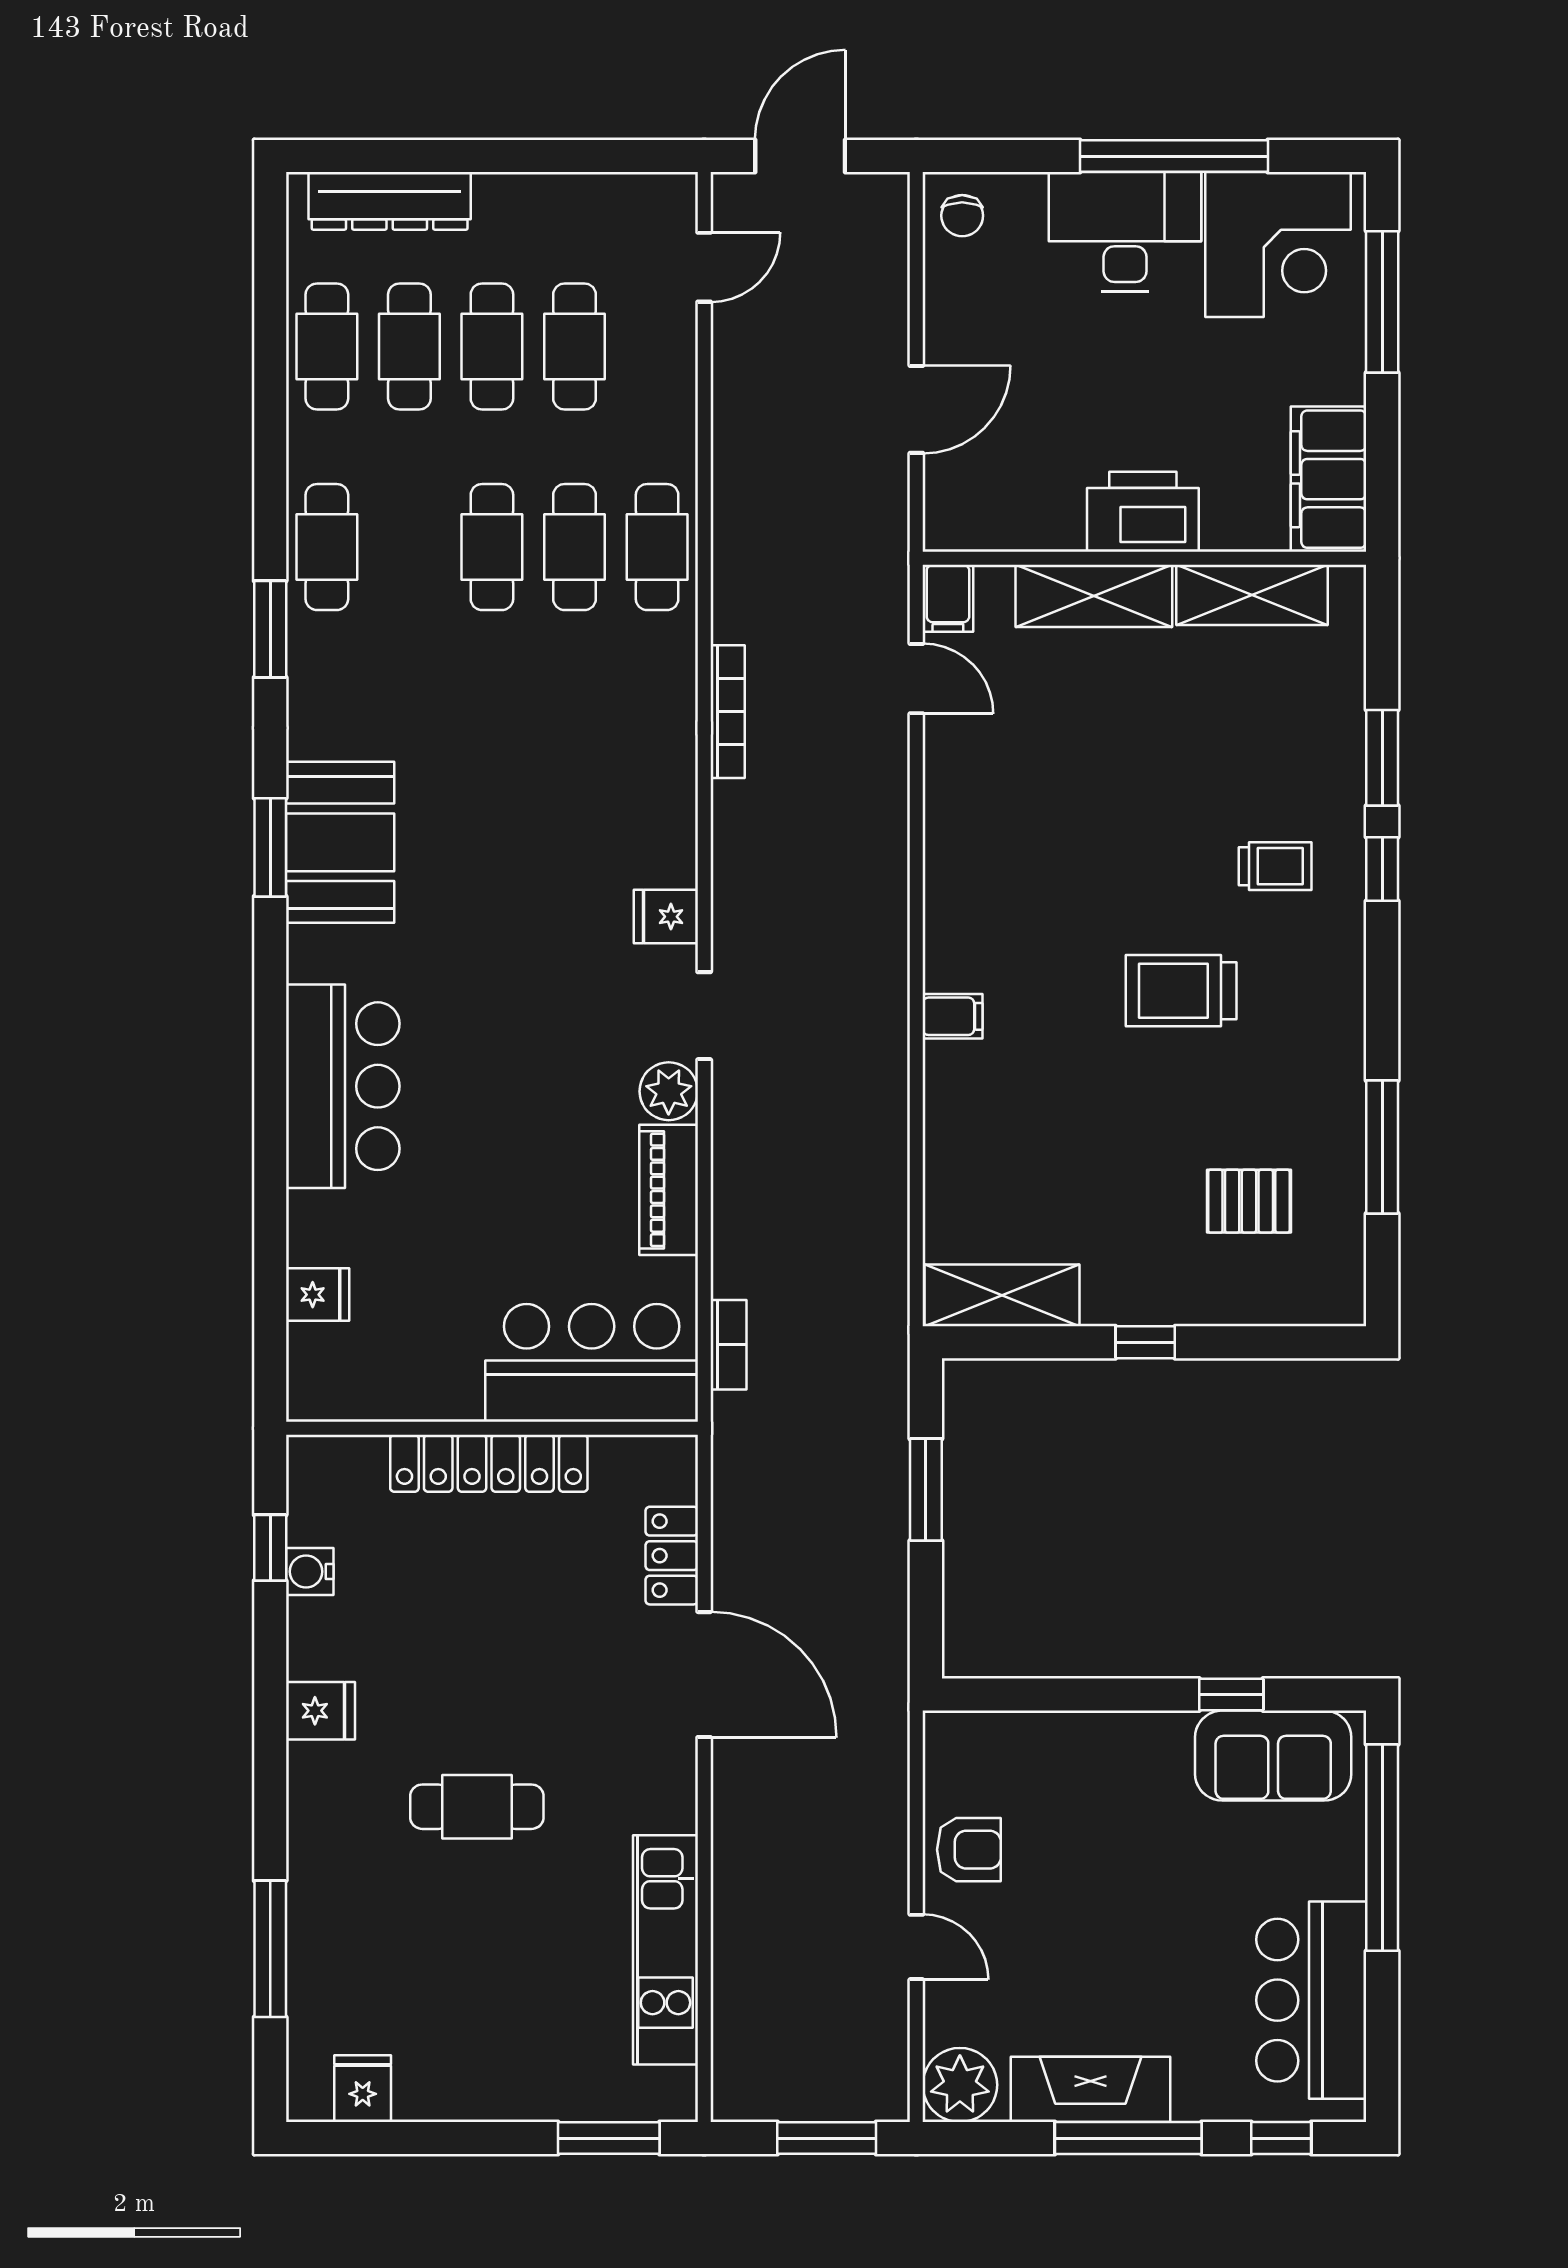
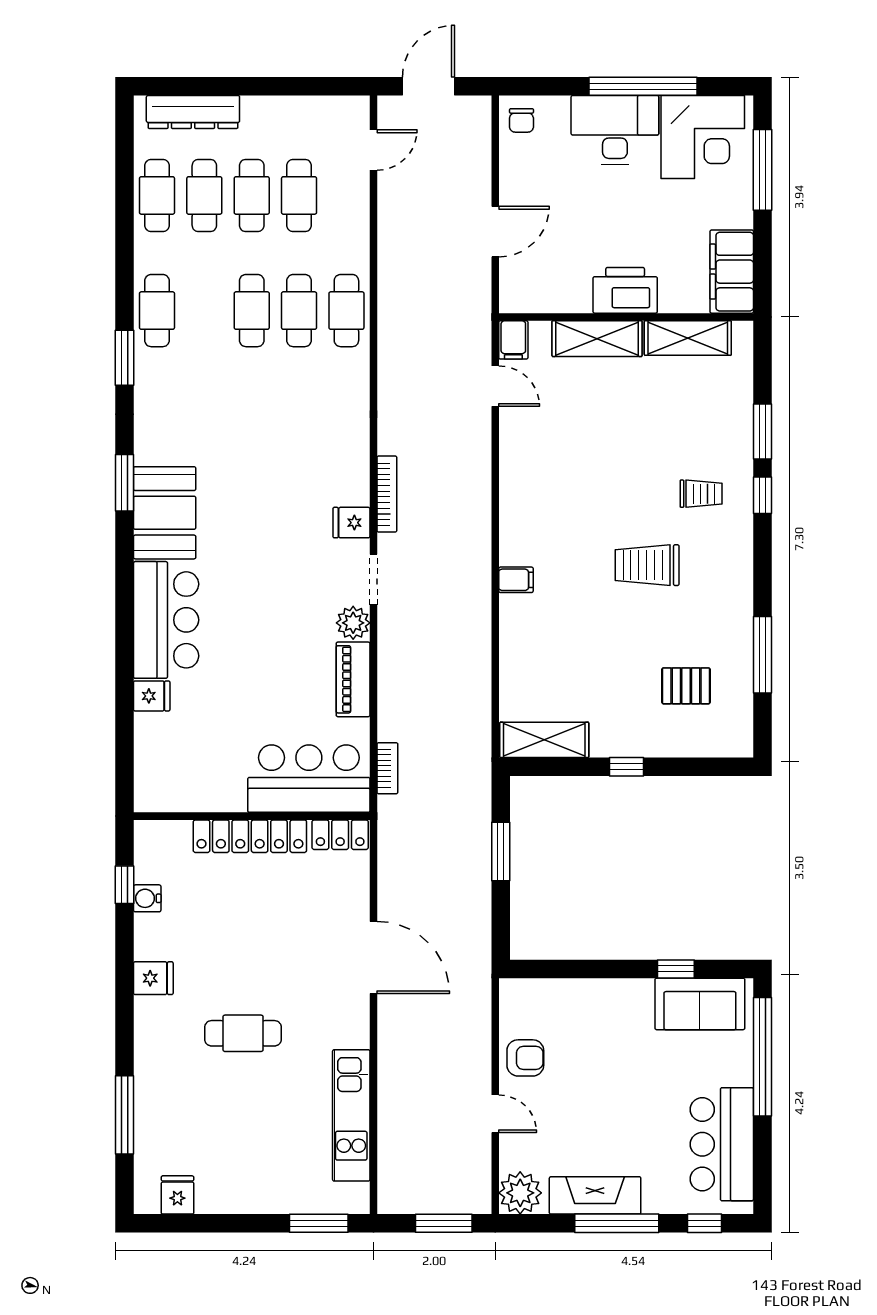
bookcase: (728, 712) -> (387, 494), moved
booth: (340, 842) -> (165, 513), moved
fridge: (318, 1295) -> (152, 696), moved
locker: (672, 1556) -> (340, 835), moved, turned -90

